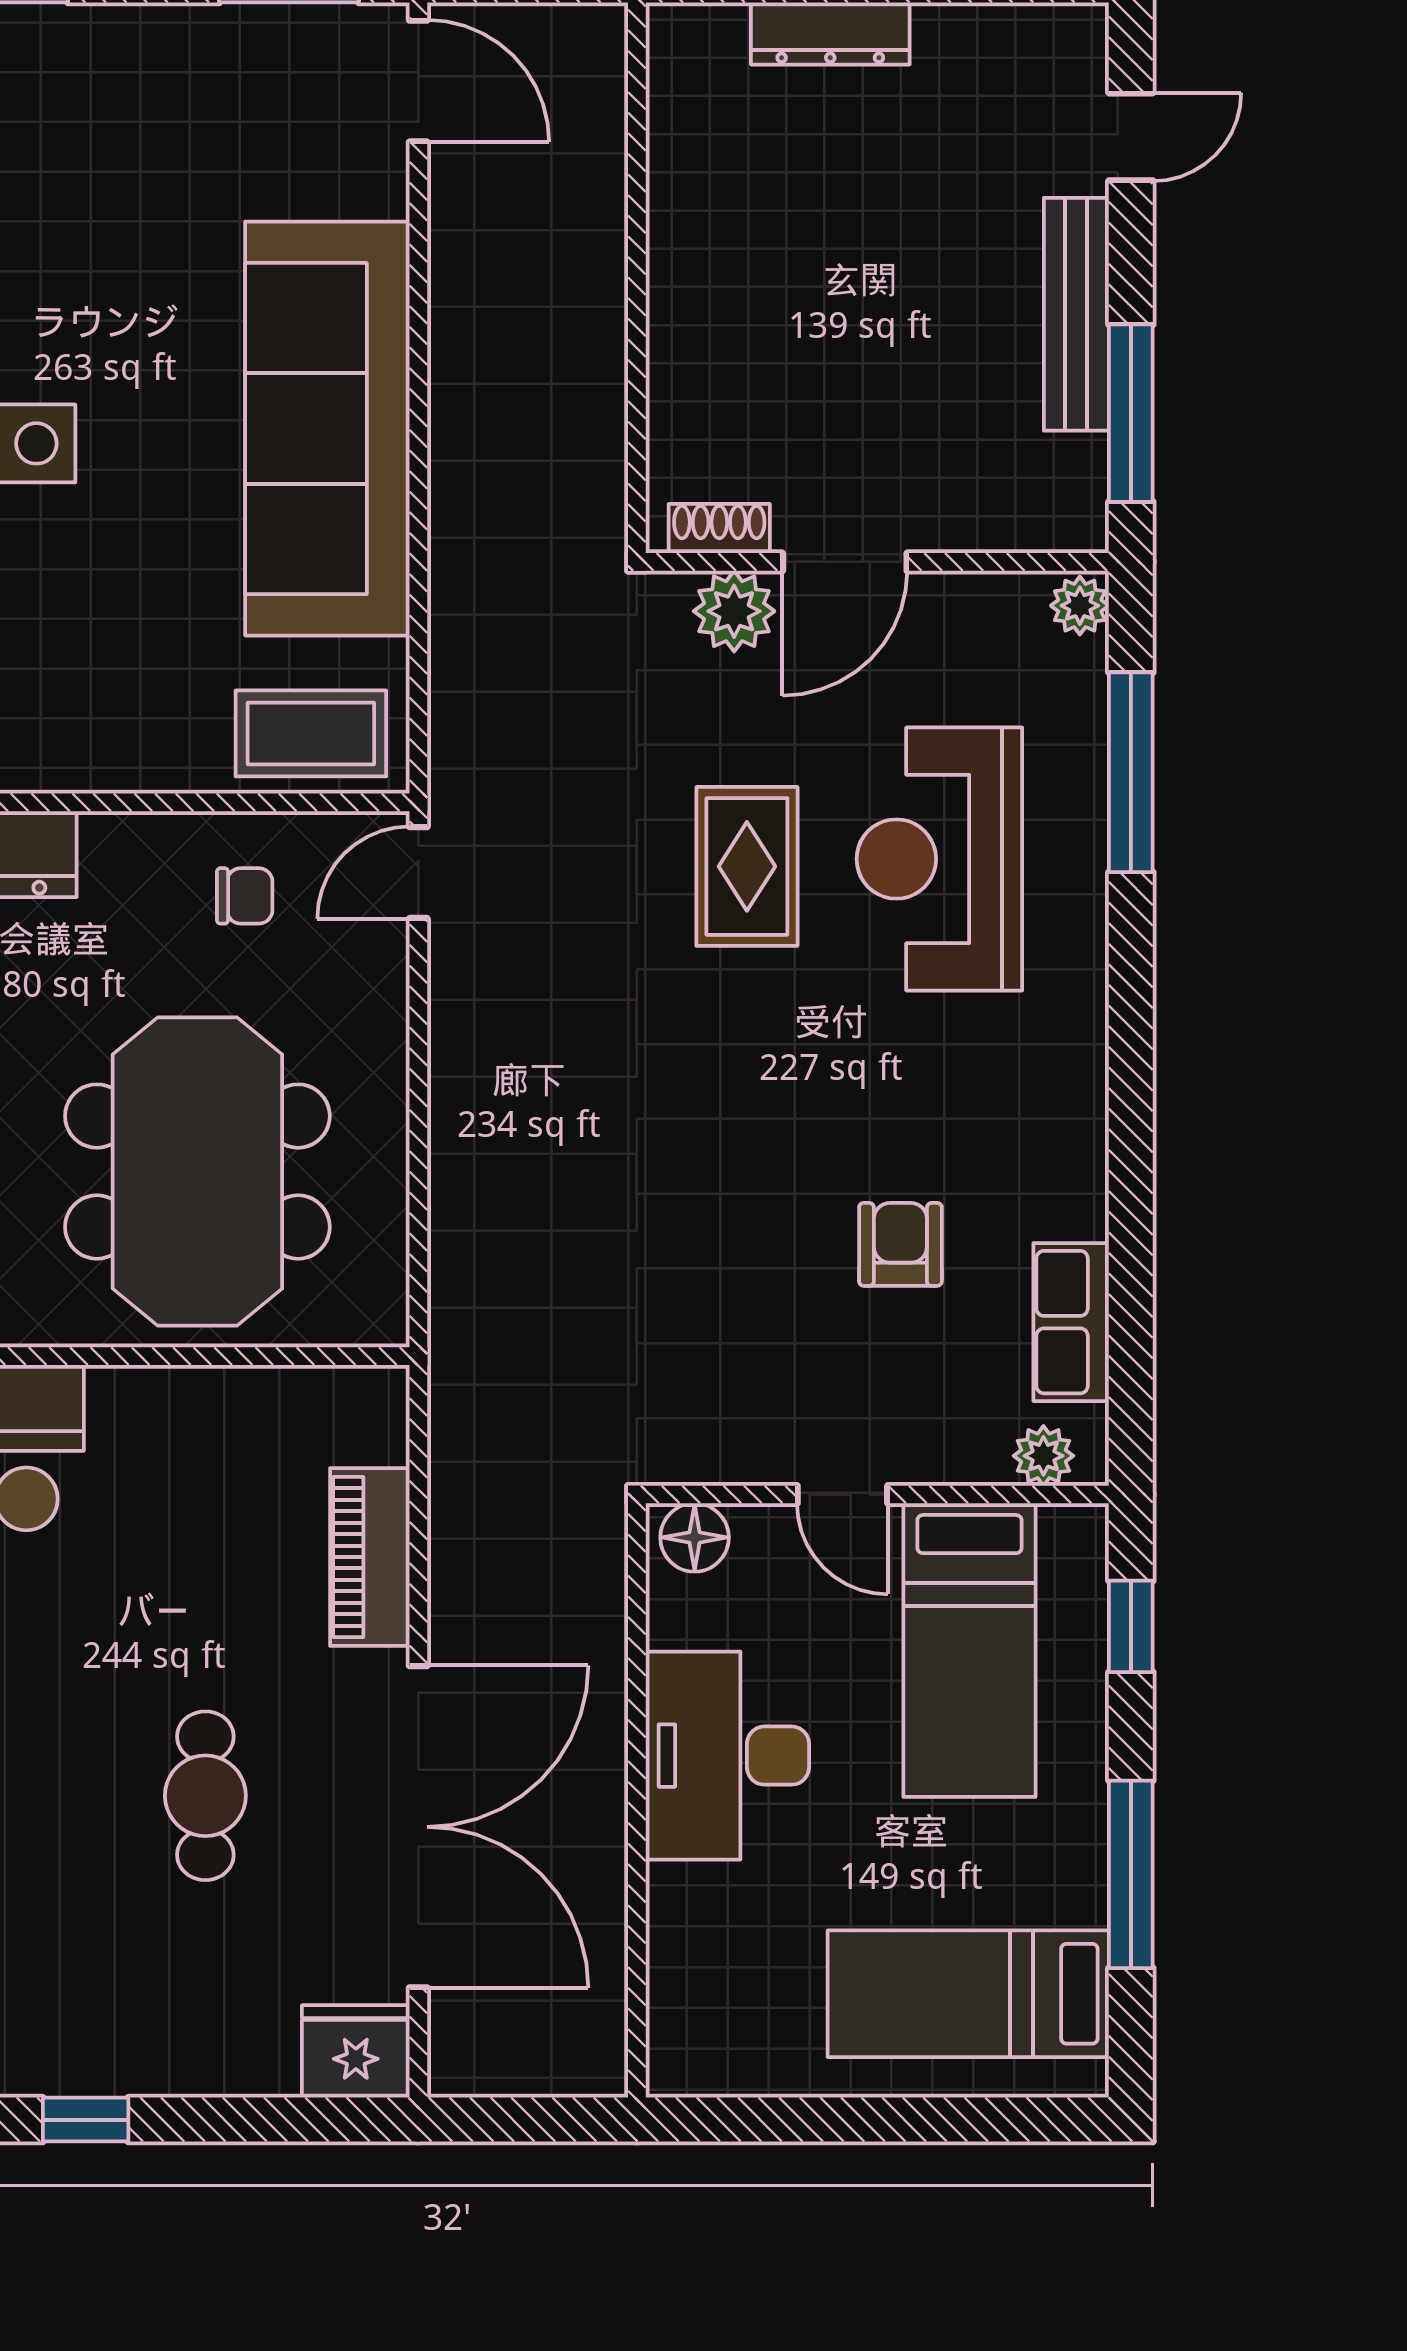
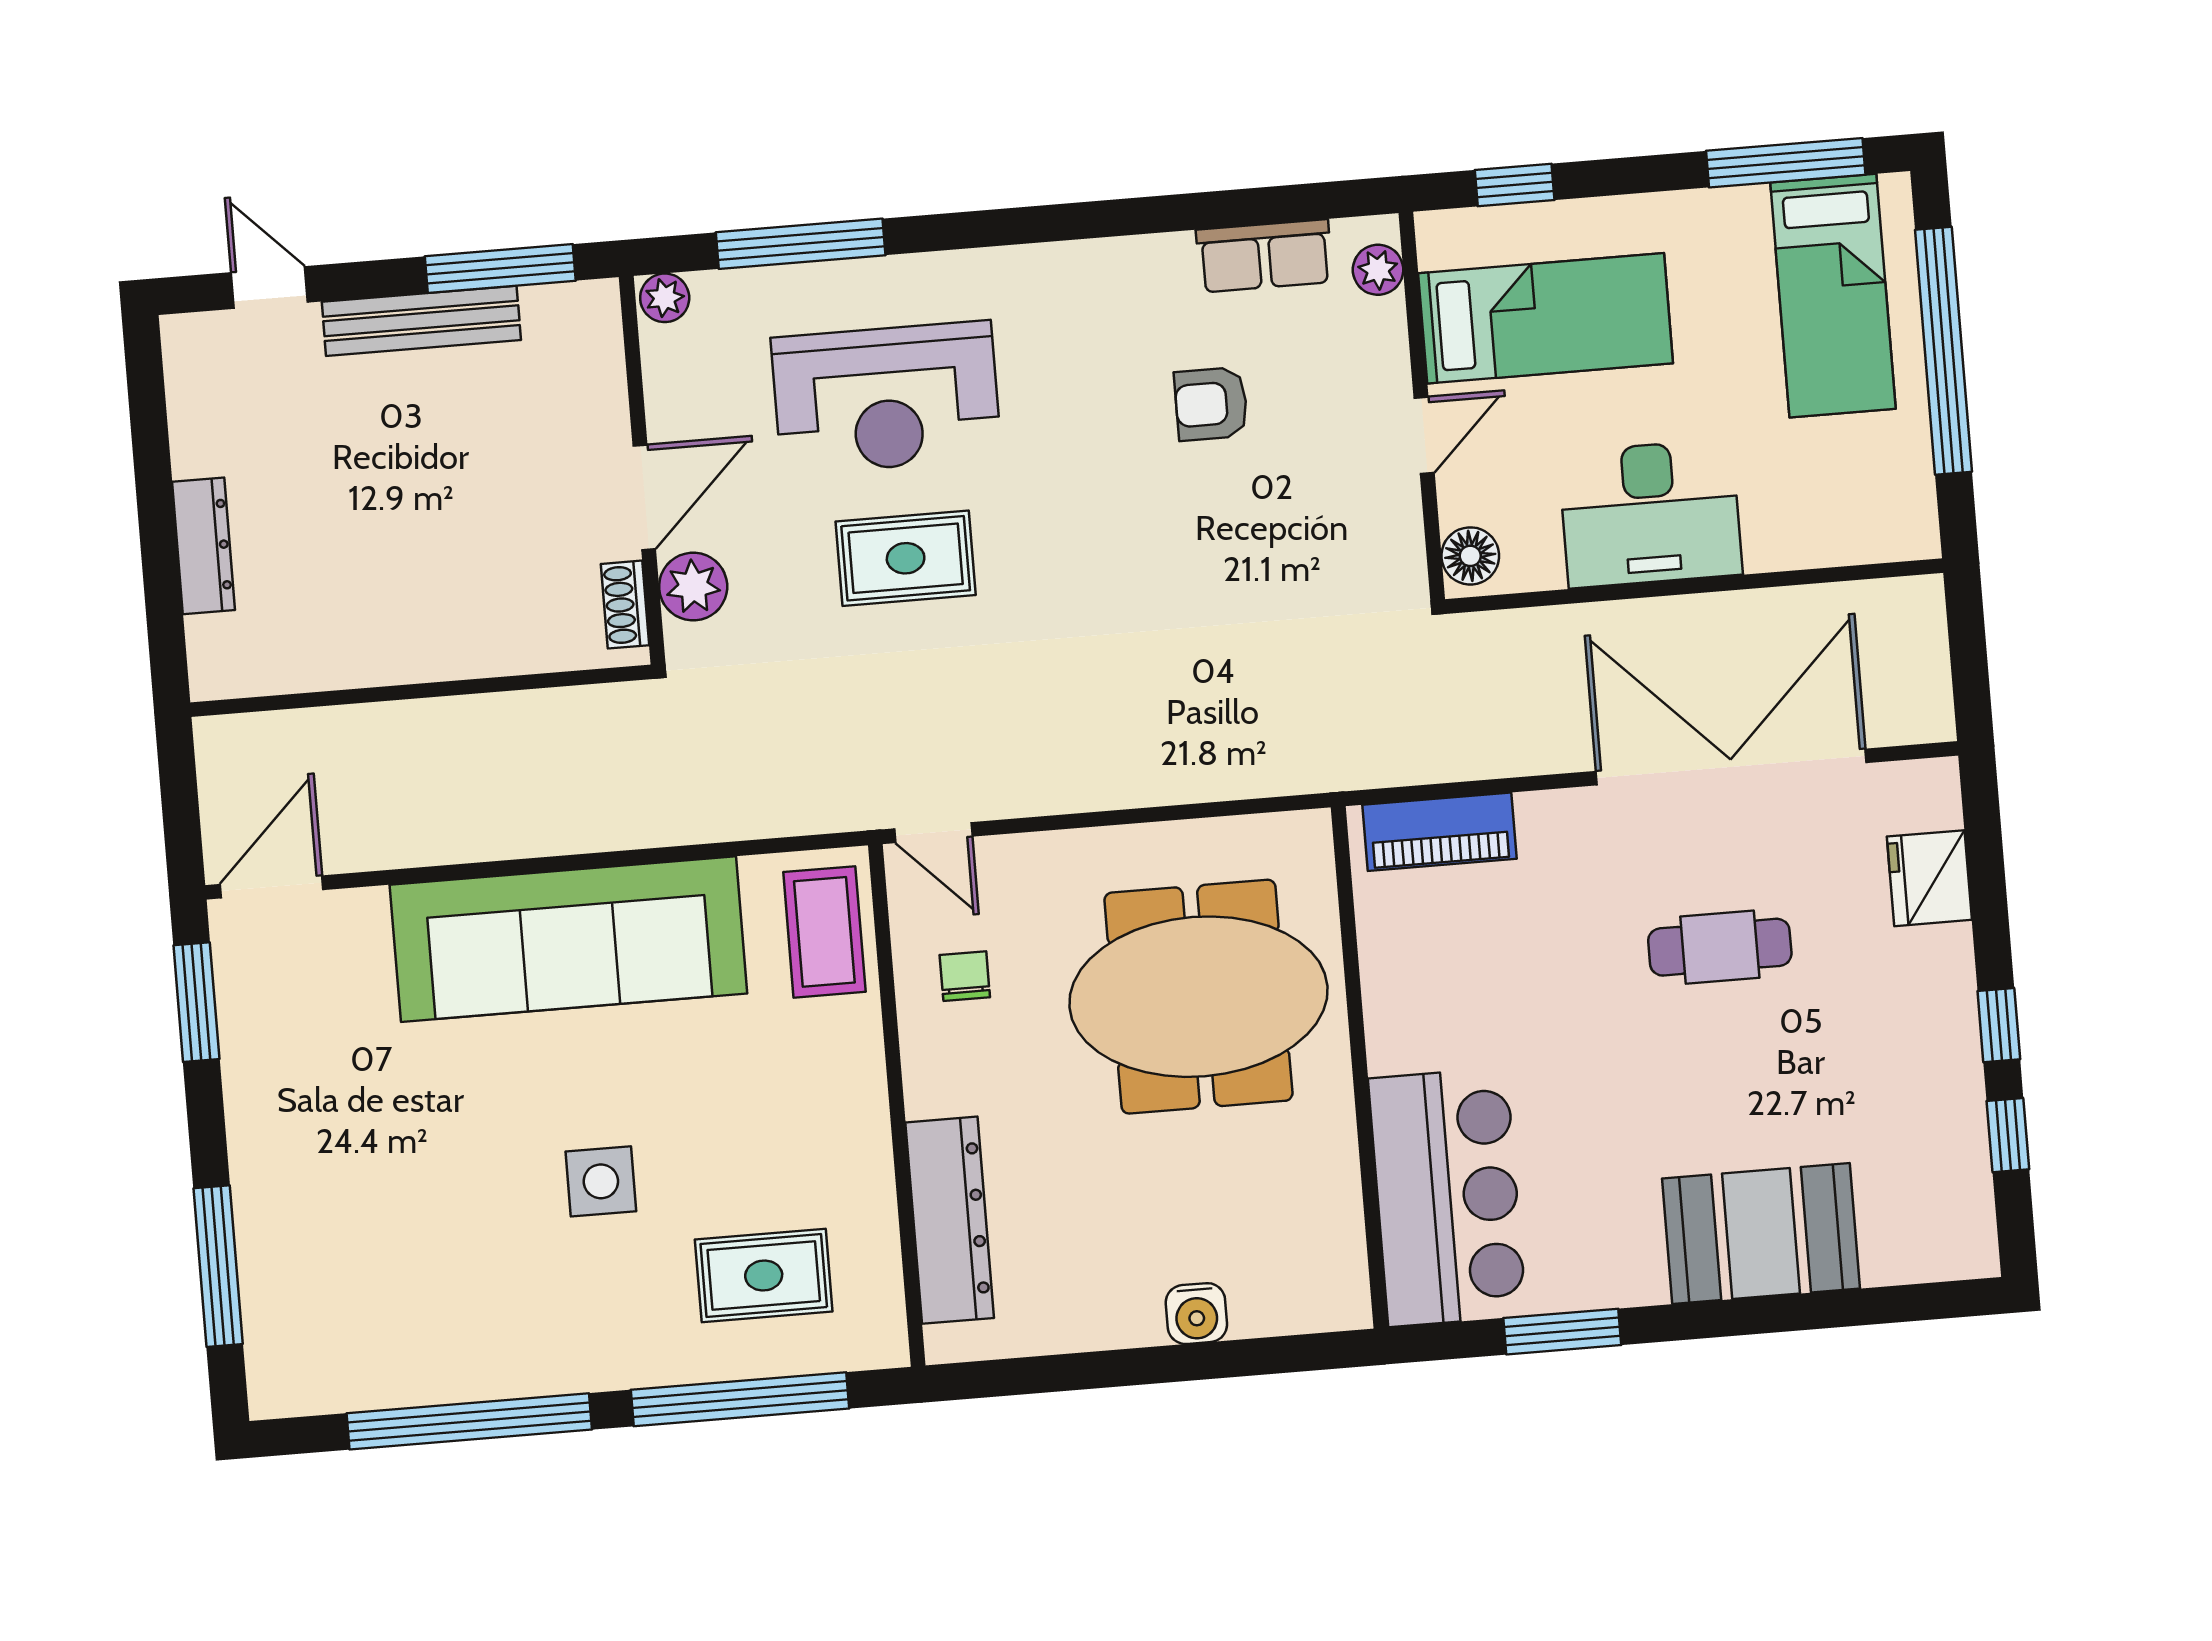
door: (845, 562) -> (644, 497), hinge flipped
piano: (370, 1557) -> (1439, 832), moved
window: (1131, 1874) -> (1786, 163), moved
fridge: (356, 2051) -> (1929, 878), moved
window: (892, 2120) -> (1943, 351), added

